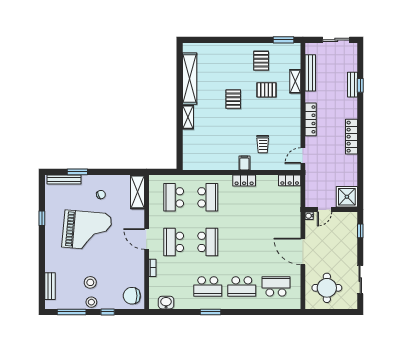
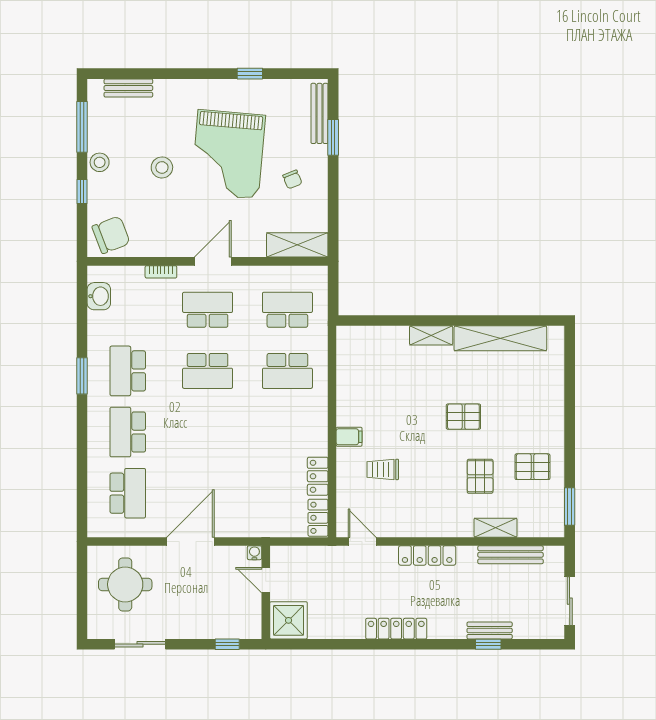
locker: (244, 180) -> (318, 476), moved
stool: (90, 282) -> (162, 167), moved
chair: (132, 296) -> (111, 235), turned 69

